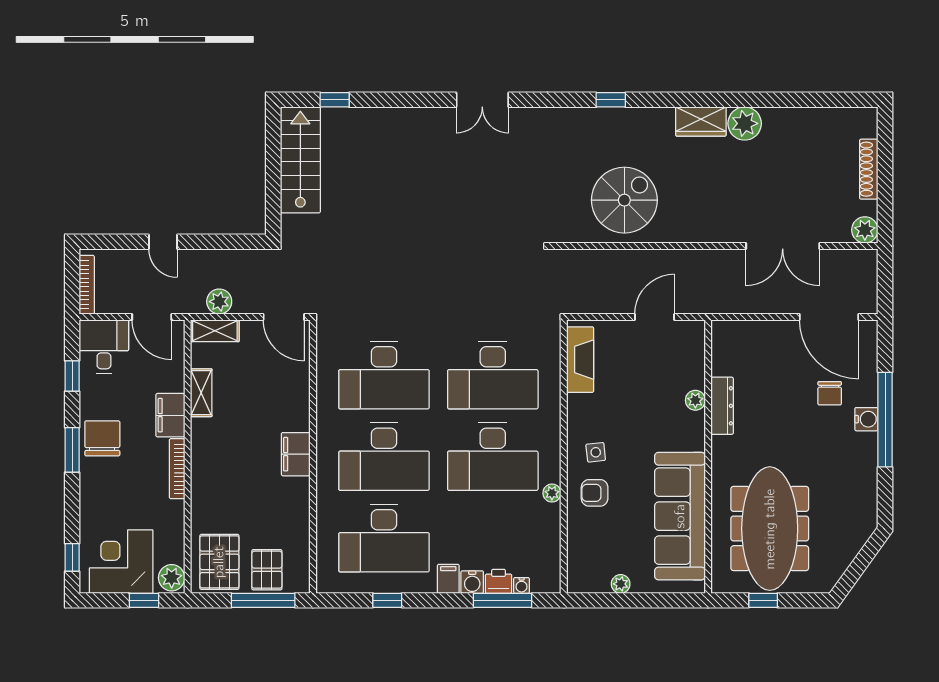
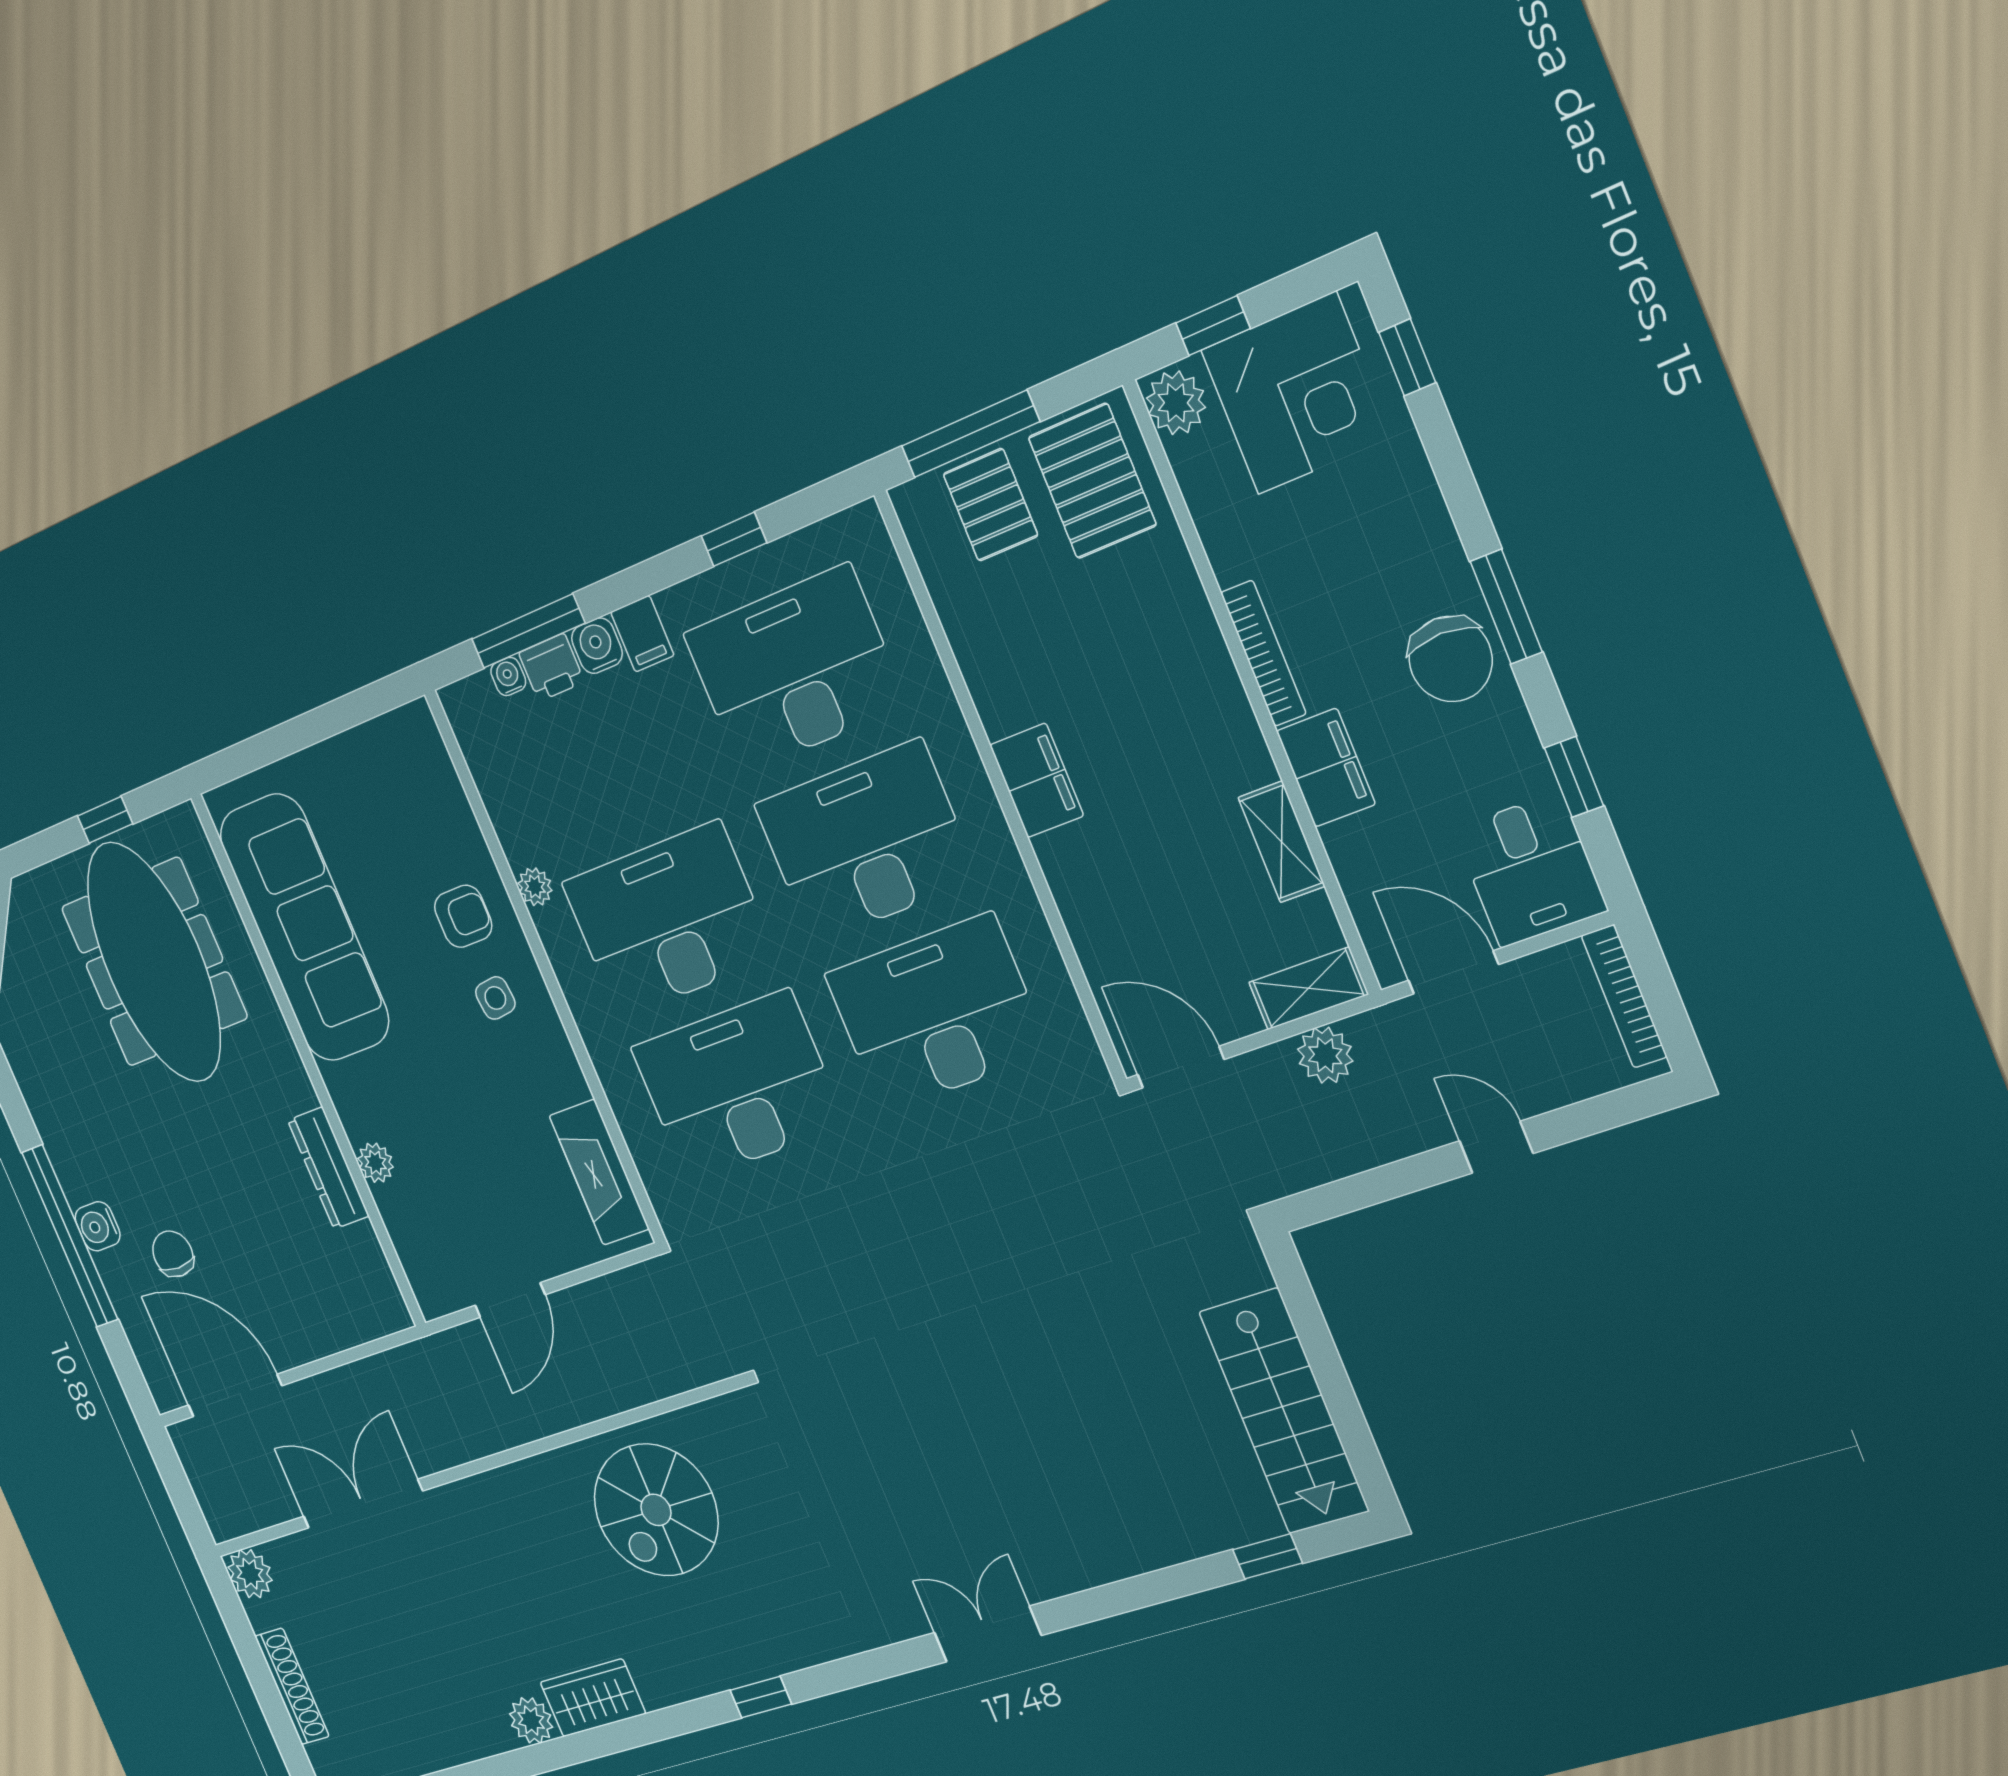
plant: (745, 123) -> (531, 1720), width x0.73, depth x0.73
plant: (621, 584) -> (343, 753), removed

